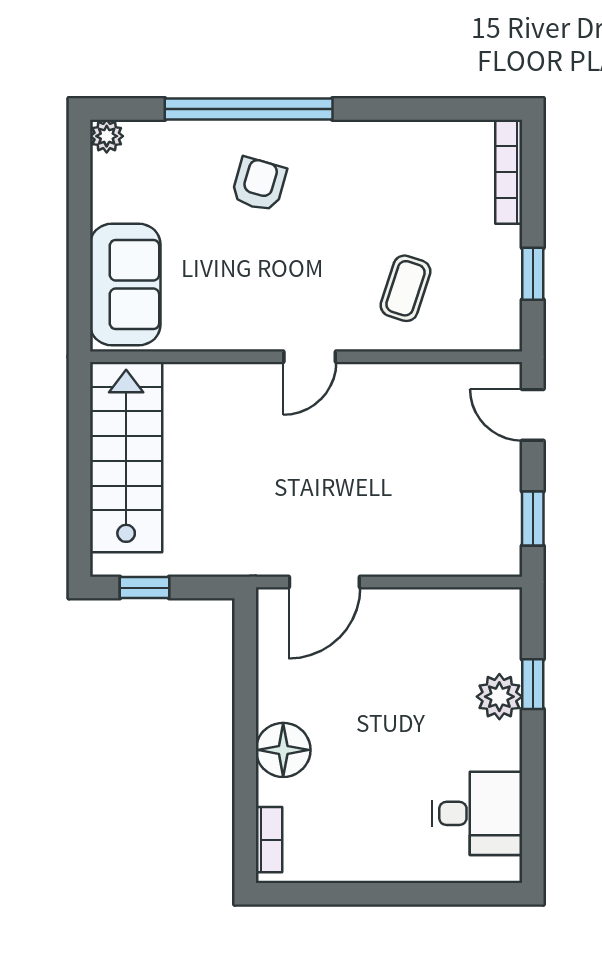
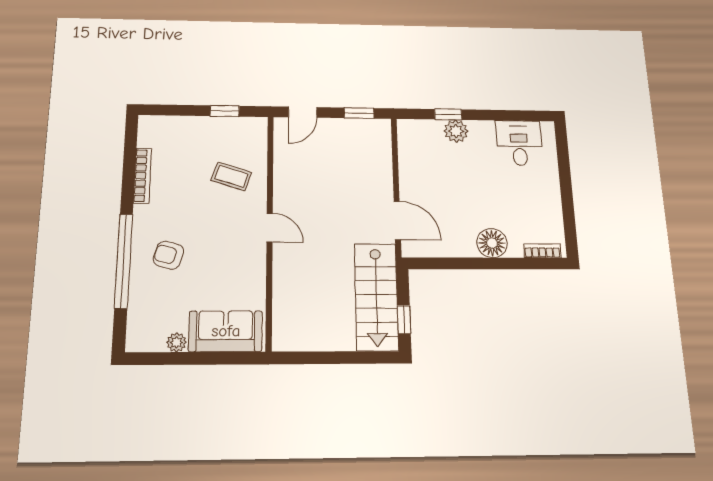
plant: (107, 136) -> (177, 342), moved
bookcase: (509, 172) -> (142, 176), moved, turned -90
stairs: (126, 457) -> (376, 297), moved, turned -90

